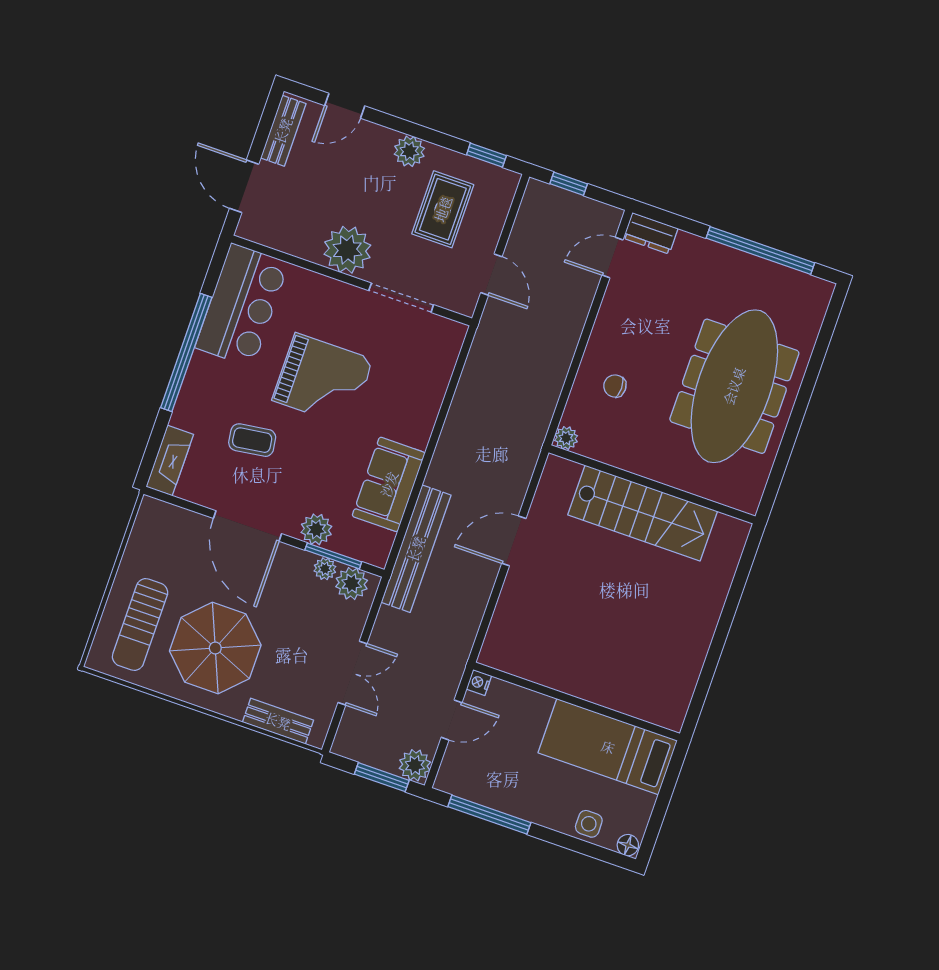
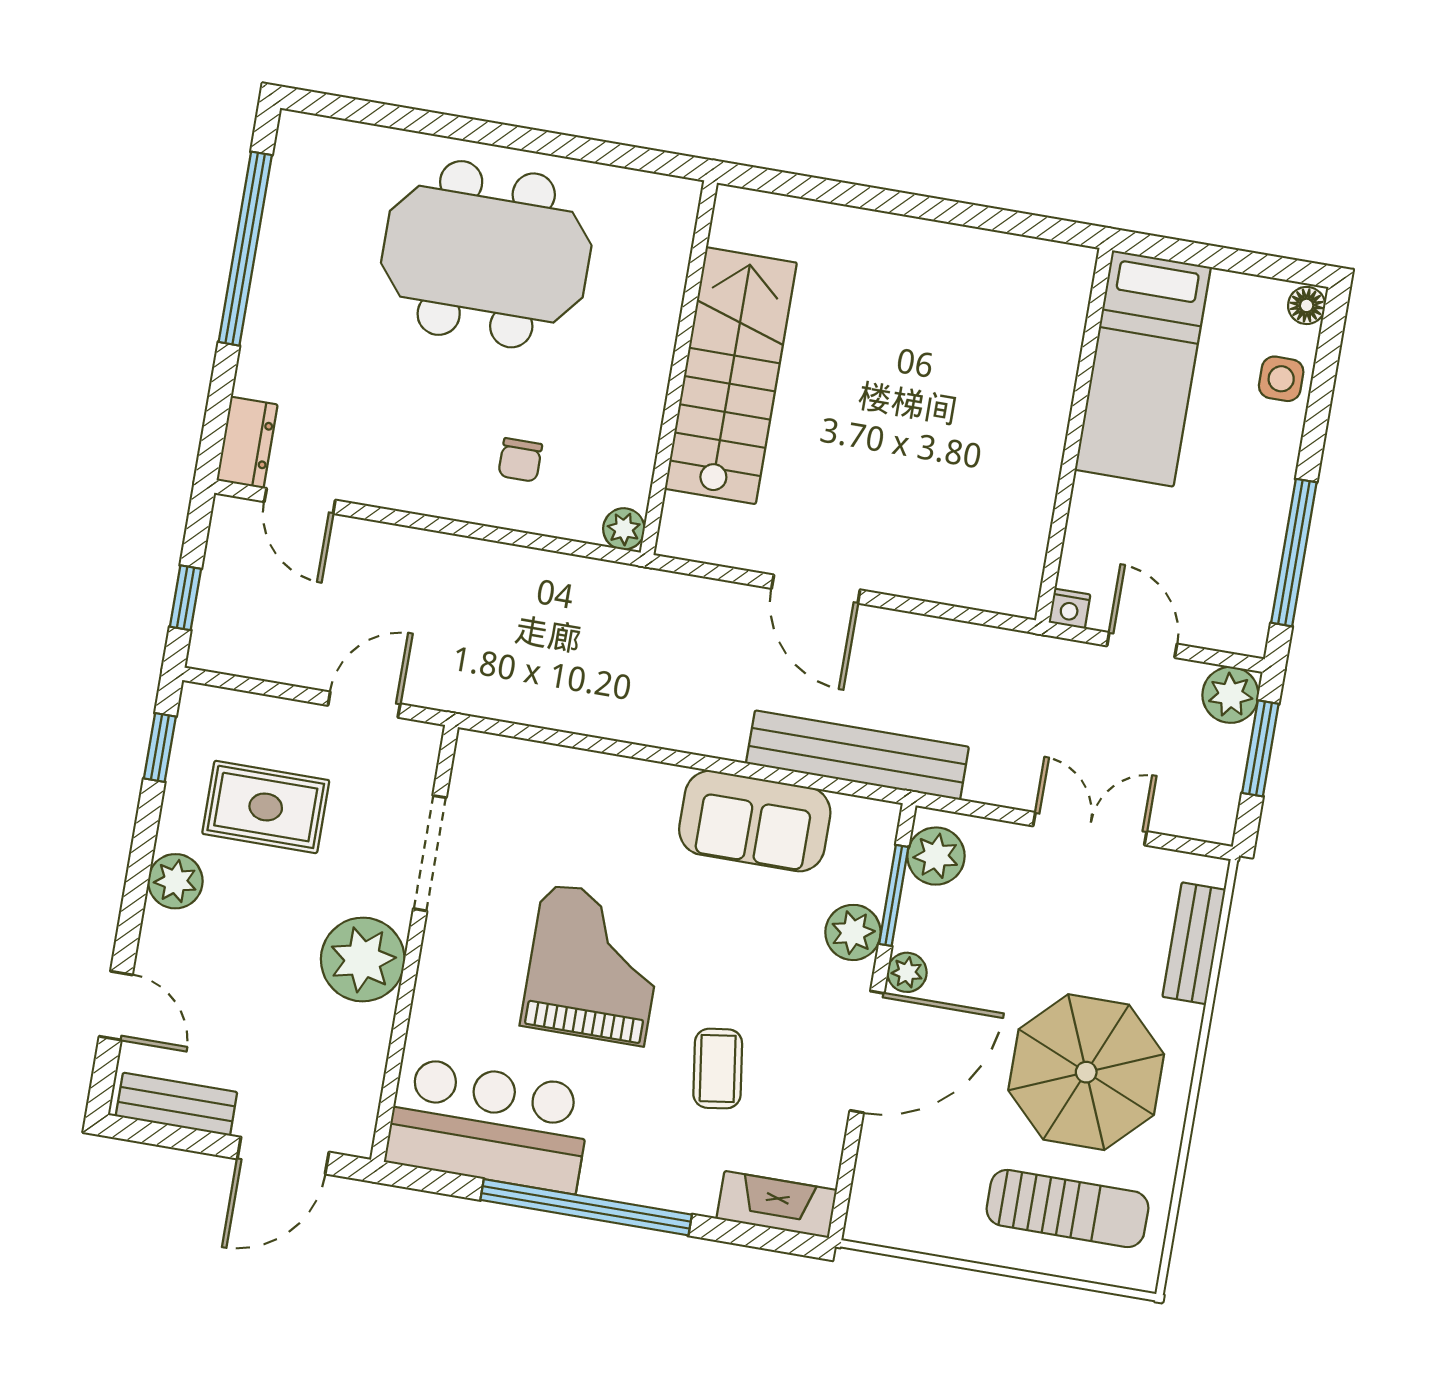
meeting table: (734, 386) -> (486, 254), width x0.73
plant: (325, 569) -> (907, 972), moved

